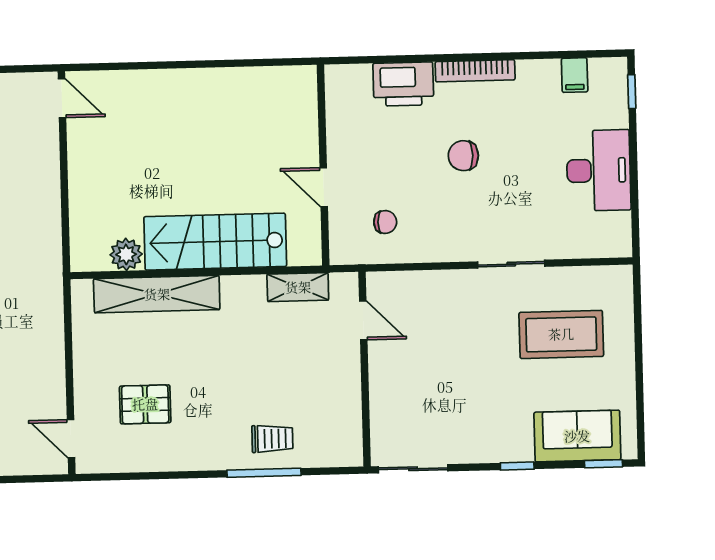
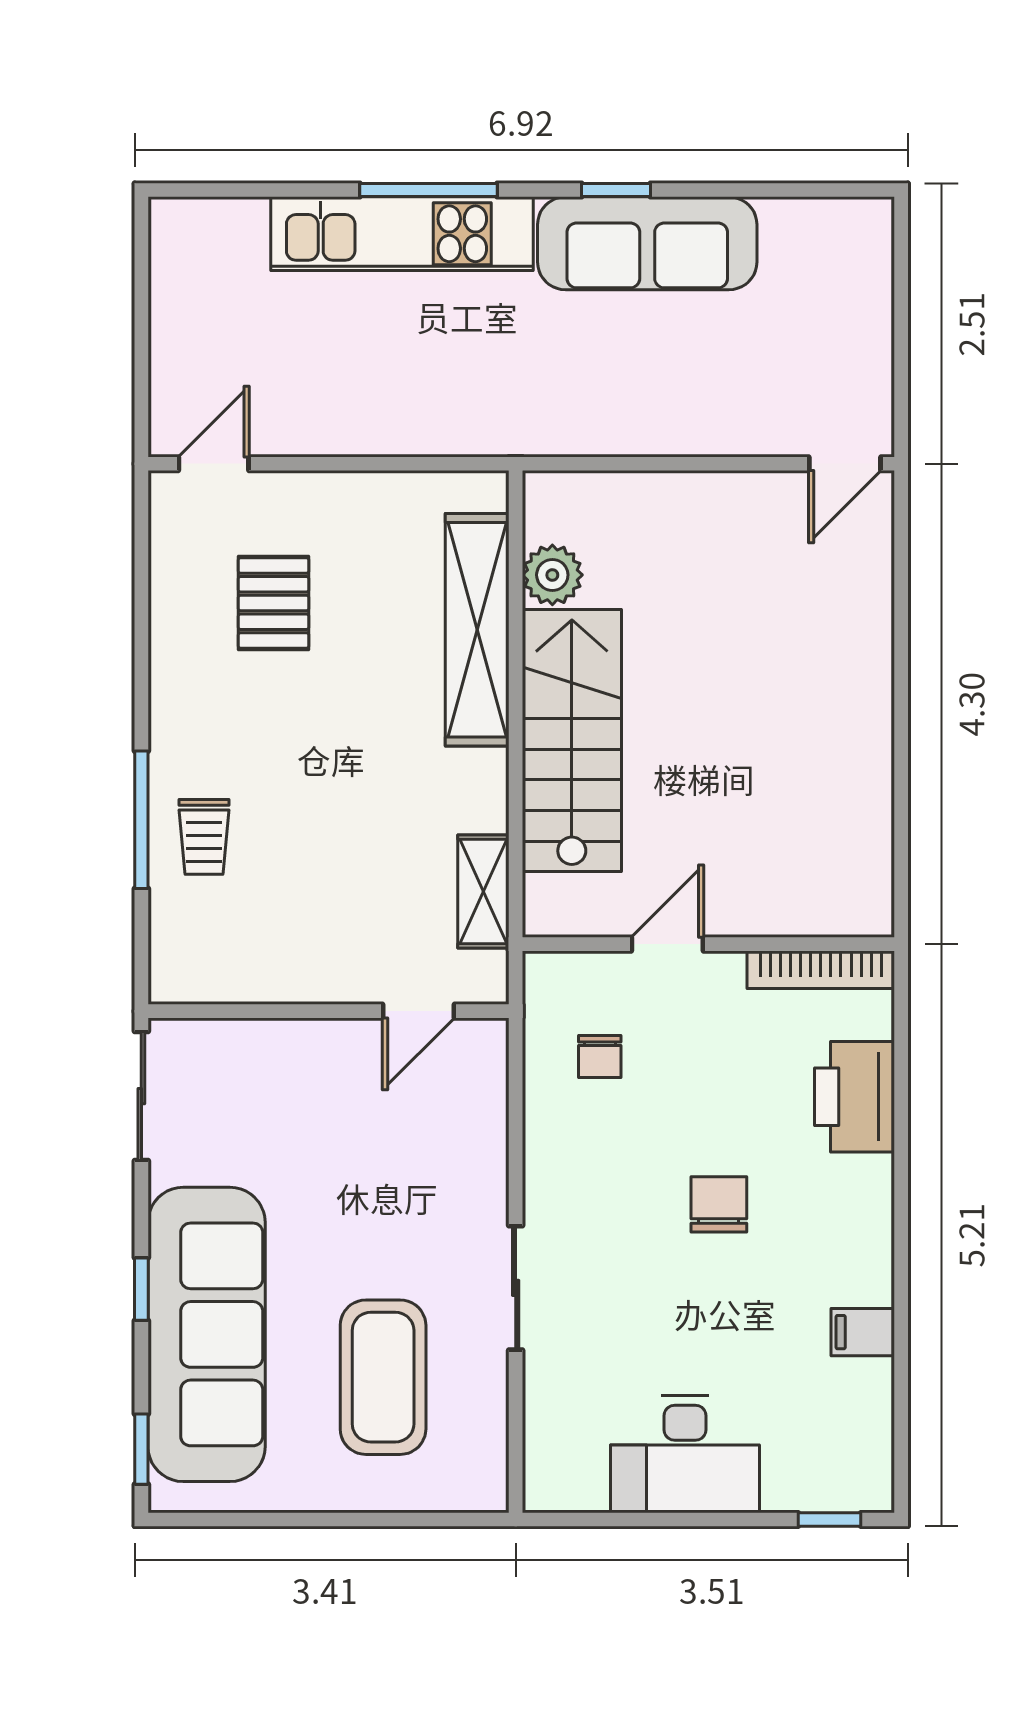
bookcase: (475, 71) -> (821, 970), moved, turned -90
filing cabinet: (575, 75) -> (863, 1332), moved
sofa: (577, 436) -> (207, 1334), width x1.85, depth x1.27

